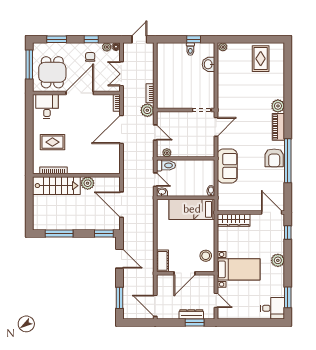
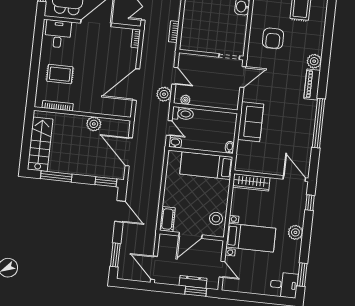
plant: (147, 110) -> (164, 94), moved
door: (121, 129) -> (136, 85), moved
armchair: (274, 158) -> (273, 38), moved
stairs: (56, 186) -> (40, 144), moved, turned -90

